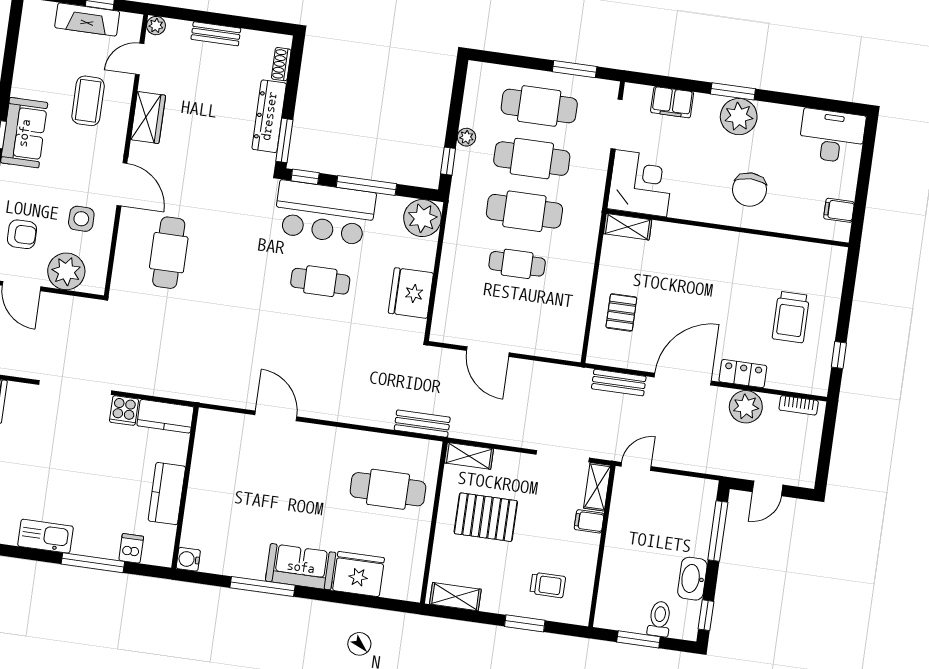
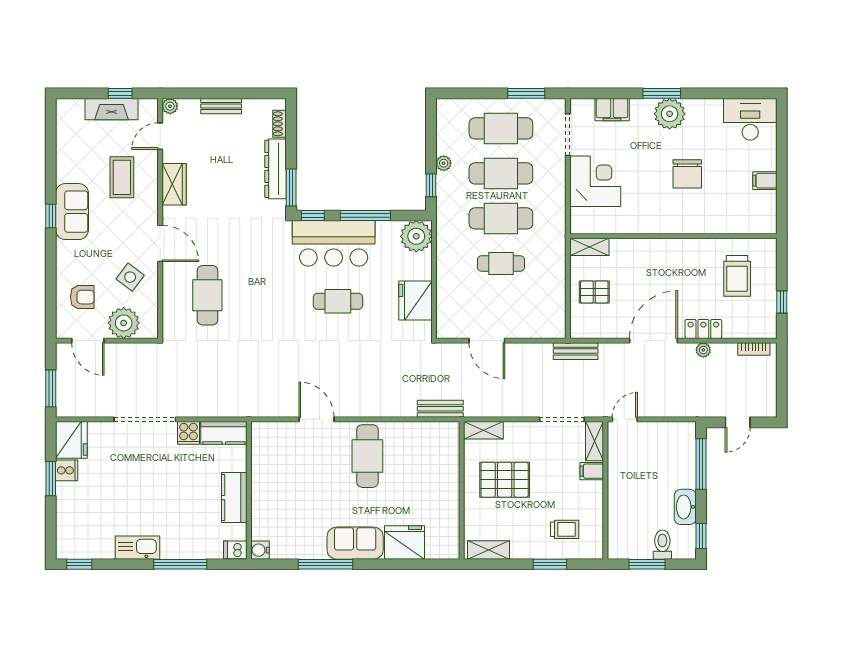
side table: (81, 219) -> (130, 277), turned 37
shelving: (628, 227) -> (589, 247), moved
wall: (728, 228) -> (673, 236), moved
pallet: (621, 312) -> (594, 292), turned 90
bench: (619, 383) -> (576, 351), moved
plant: (746, 407) -> (703, 350), width x0.53, depth x0.53
cafe table: (388, 489) -> (367, 456), moved, turned 90
dishwasher: (131, 548) -> (235, 550), moved, turned -90

